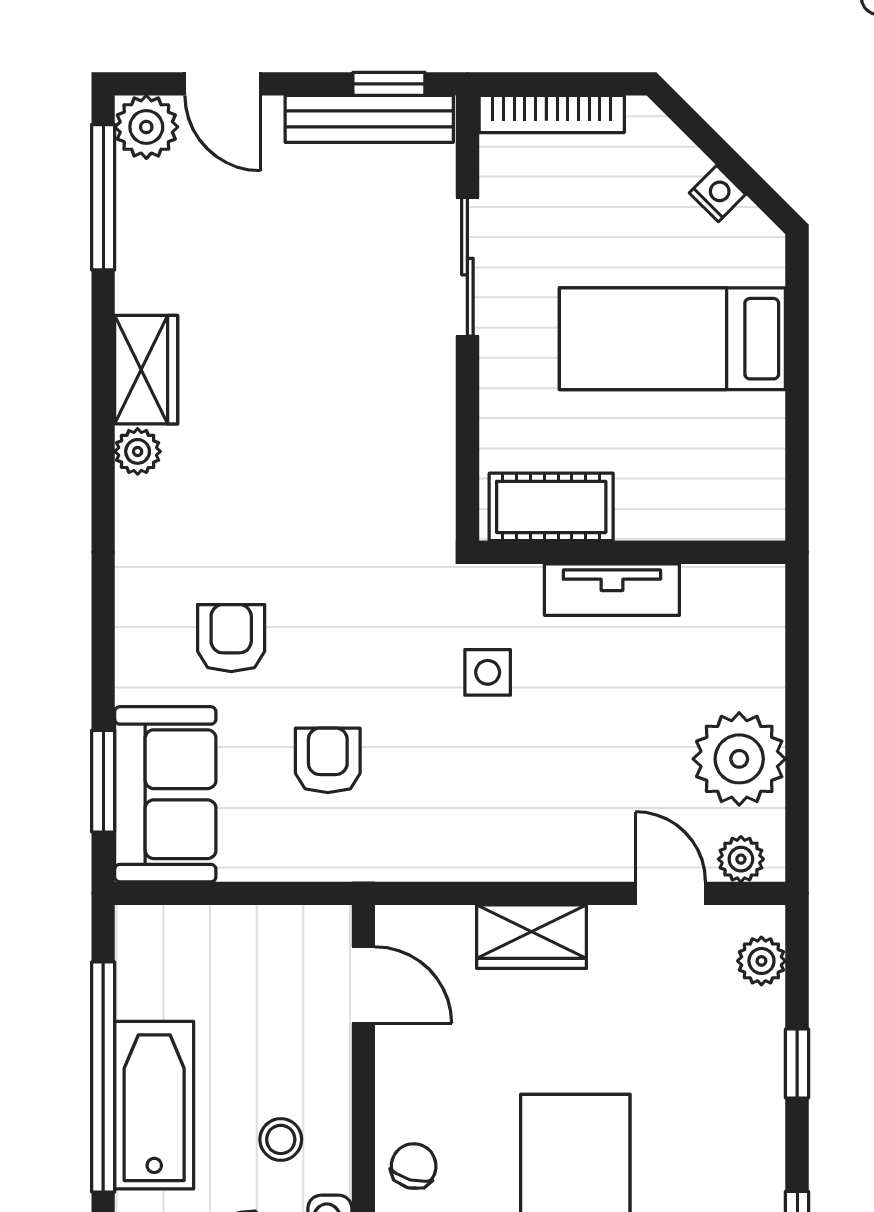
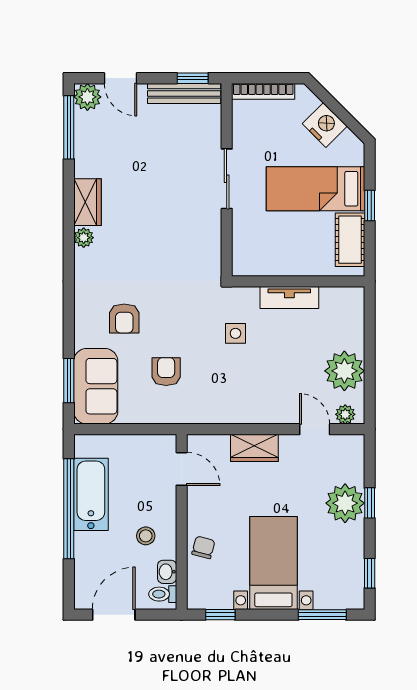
nightstand: (717, 194) -> (325, 125), width x1.89, depth x1.79
sliding door: (467, 267) -> (227, 179), moved
window: (797, 378) -> (370, 206), added
cot: (551, 507) -> (350, 240), moved, turned 90
armchair: (231, 638) -> (124, 319), turned 180
plant: (761, 961) -> (345, 503), moved, width x1.88, depth x1.88
bathtub: (154, 1105) -> (91, 494), moved

